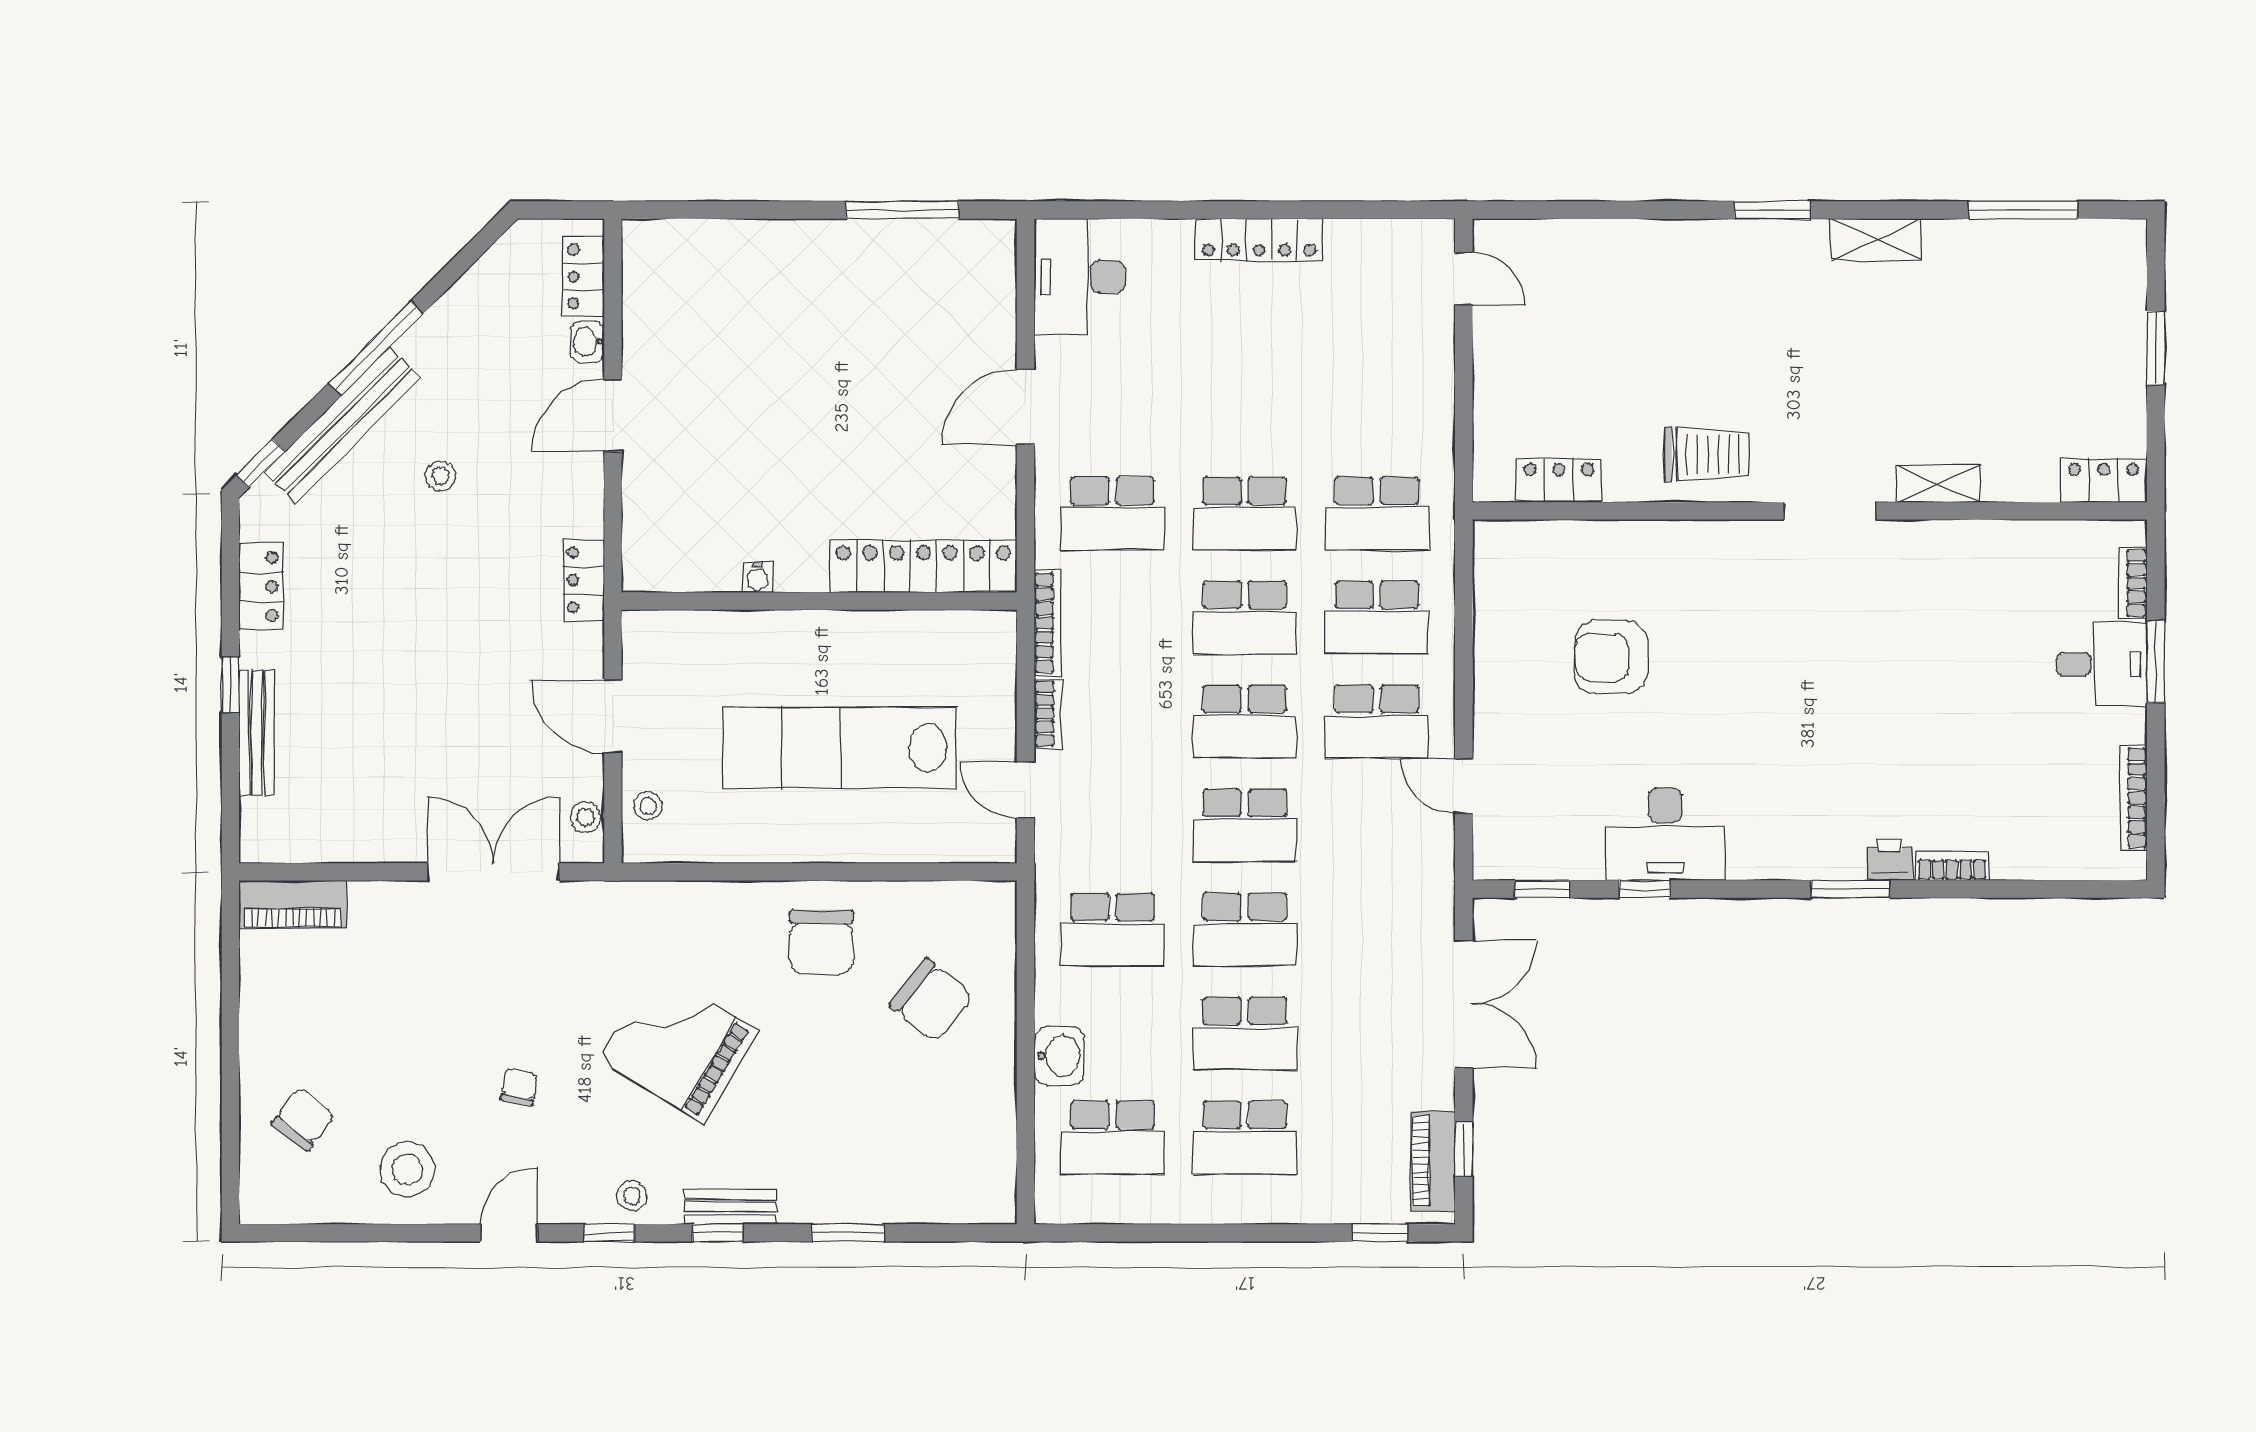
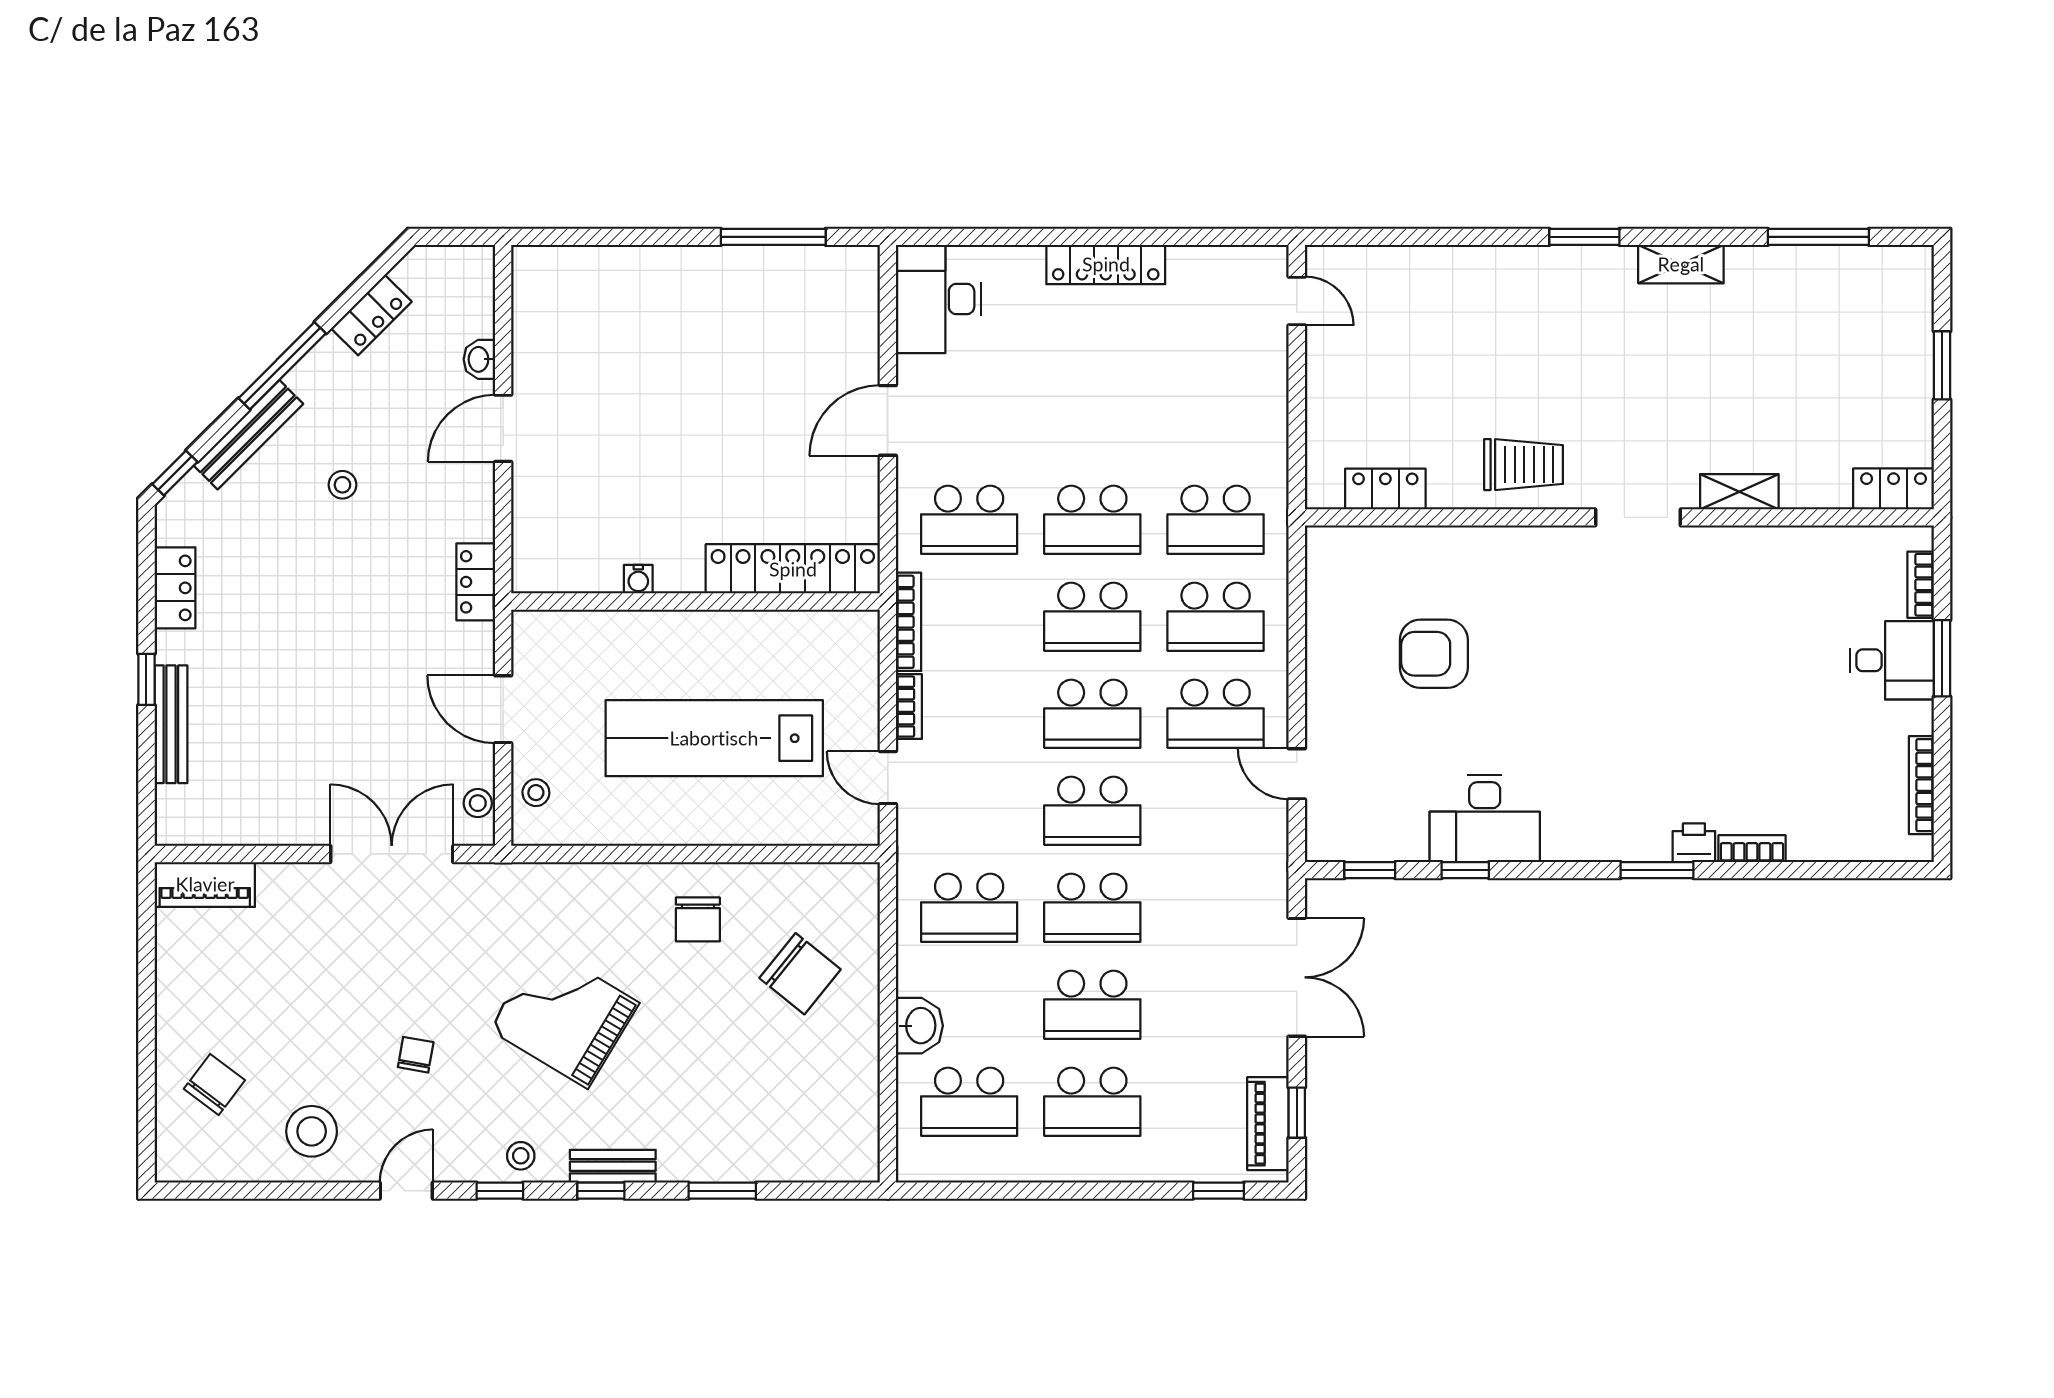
locker: (584, 276) -> (371, 315), moved, turned -135
bench: (343, 425) -> (249, 435), width x0.73, depth x0.82
chair: (822, 942) -> (698, 919), width x0.73, depth x0.73

